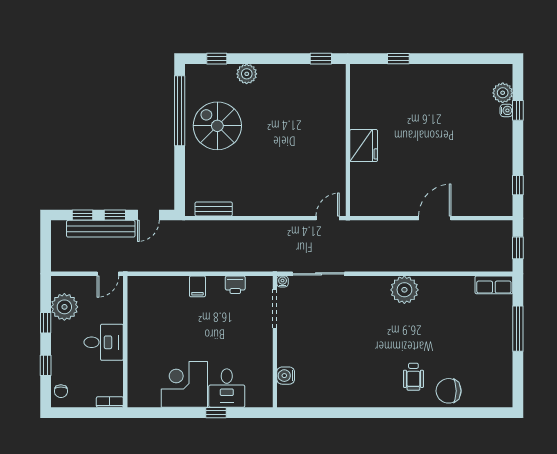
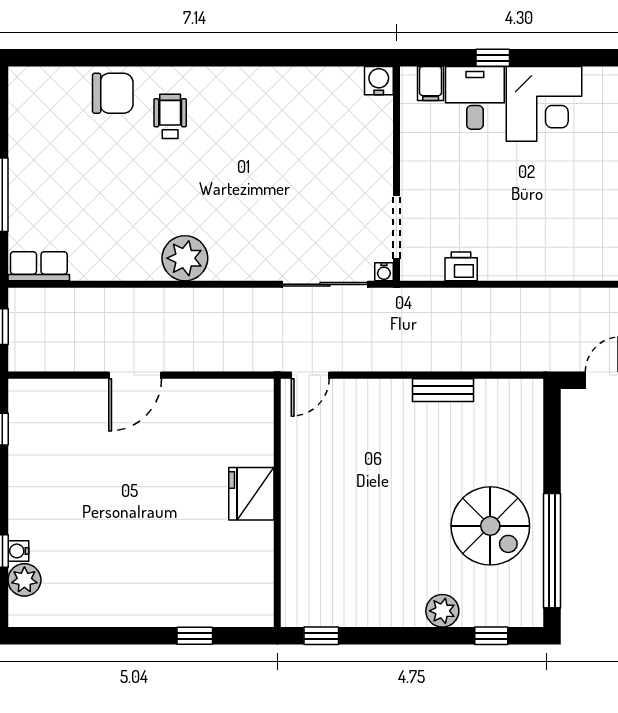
bench: (214, 209) -> (443, 390), moved
filing cabinet: (197, 286) -> (431, 83), moved, turned 180
water cooler: (286, 376) -> (379, 81), moved, turned -90

